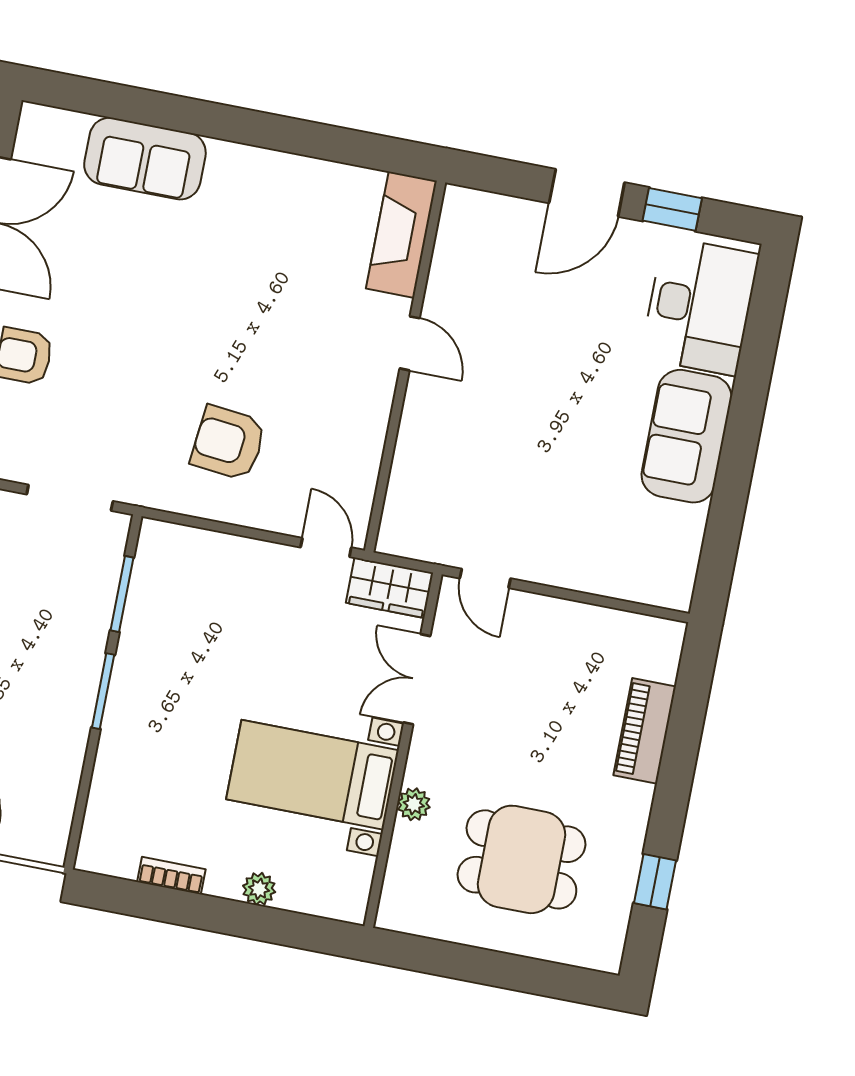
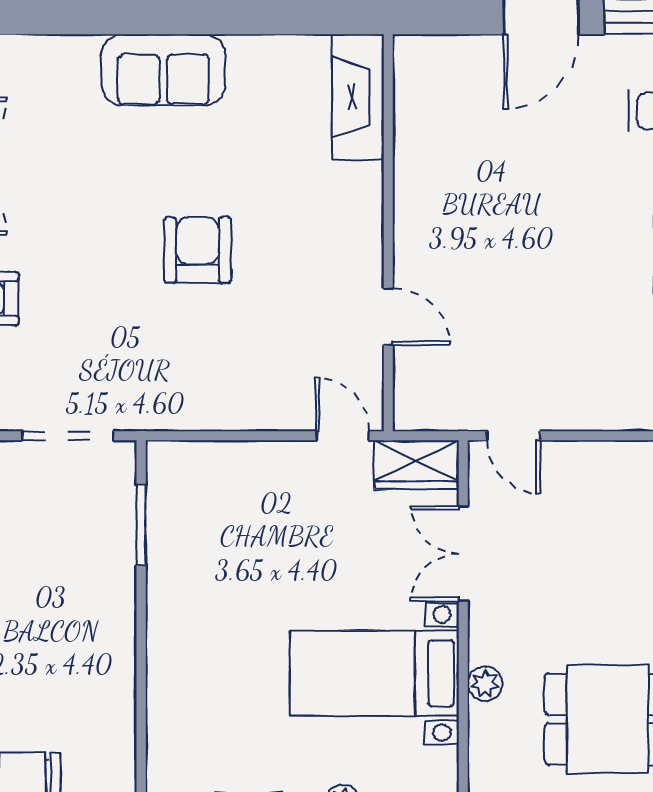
sofa: (145, 159) -> (163, 70), moved
door: (410, 343) -> (388, 317), moved
armchair: (228, 443) -> (198, 250), moved, turned 84
window: (103, 691) -> (141, 629), removed

